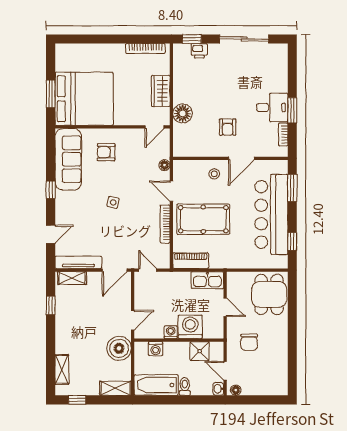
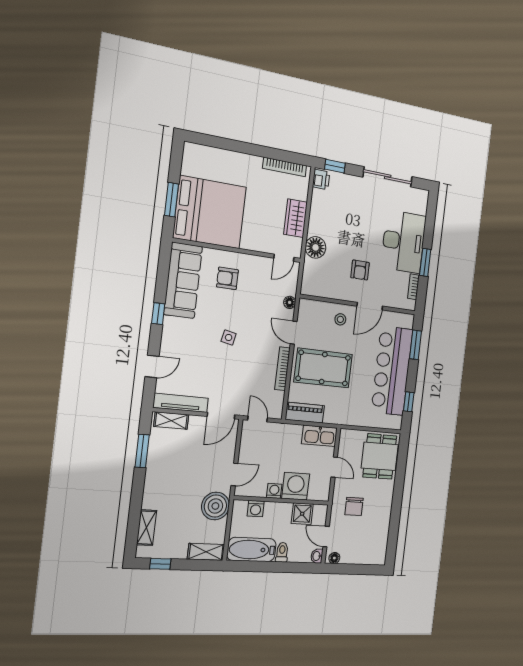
printer: (199, 51) -> (321, 179), moved, turned -90
desk: (272, 107) -> (403, 242), width x1.87, depth x1.30
window: (51, 305) -> (142, 451), width x1.50

